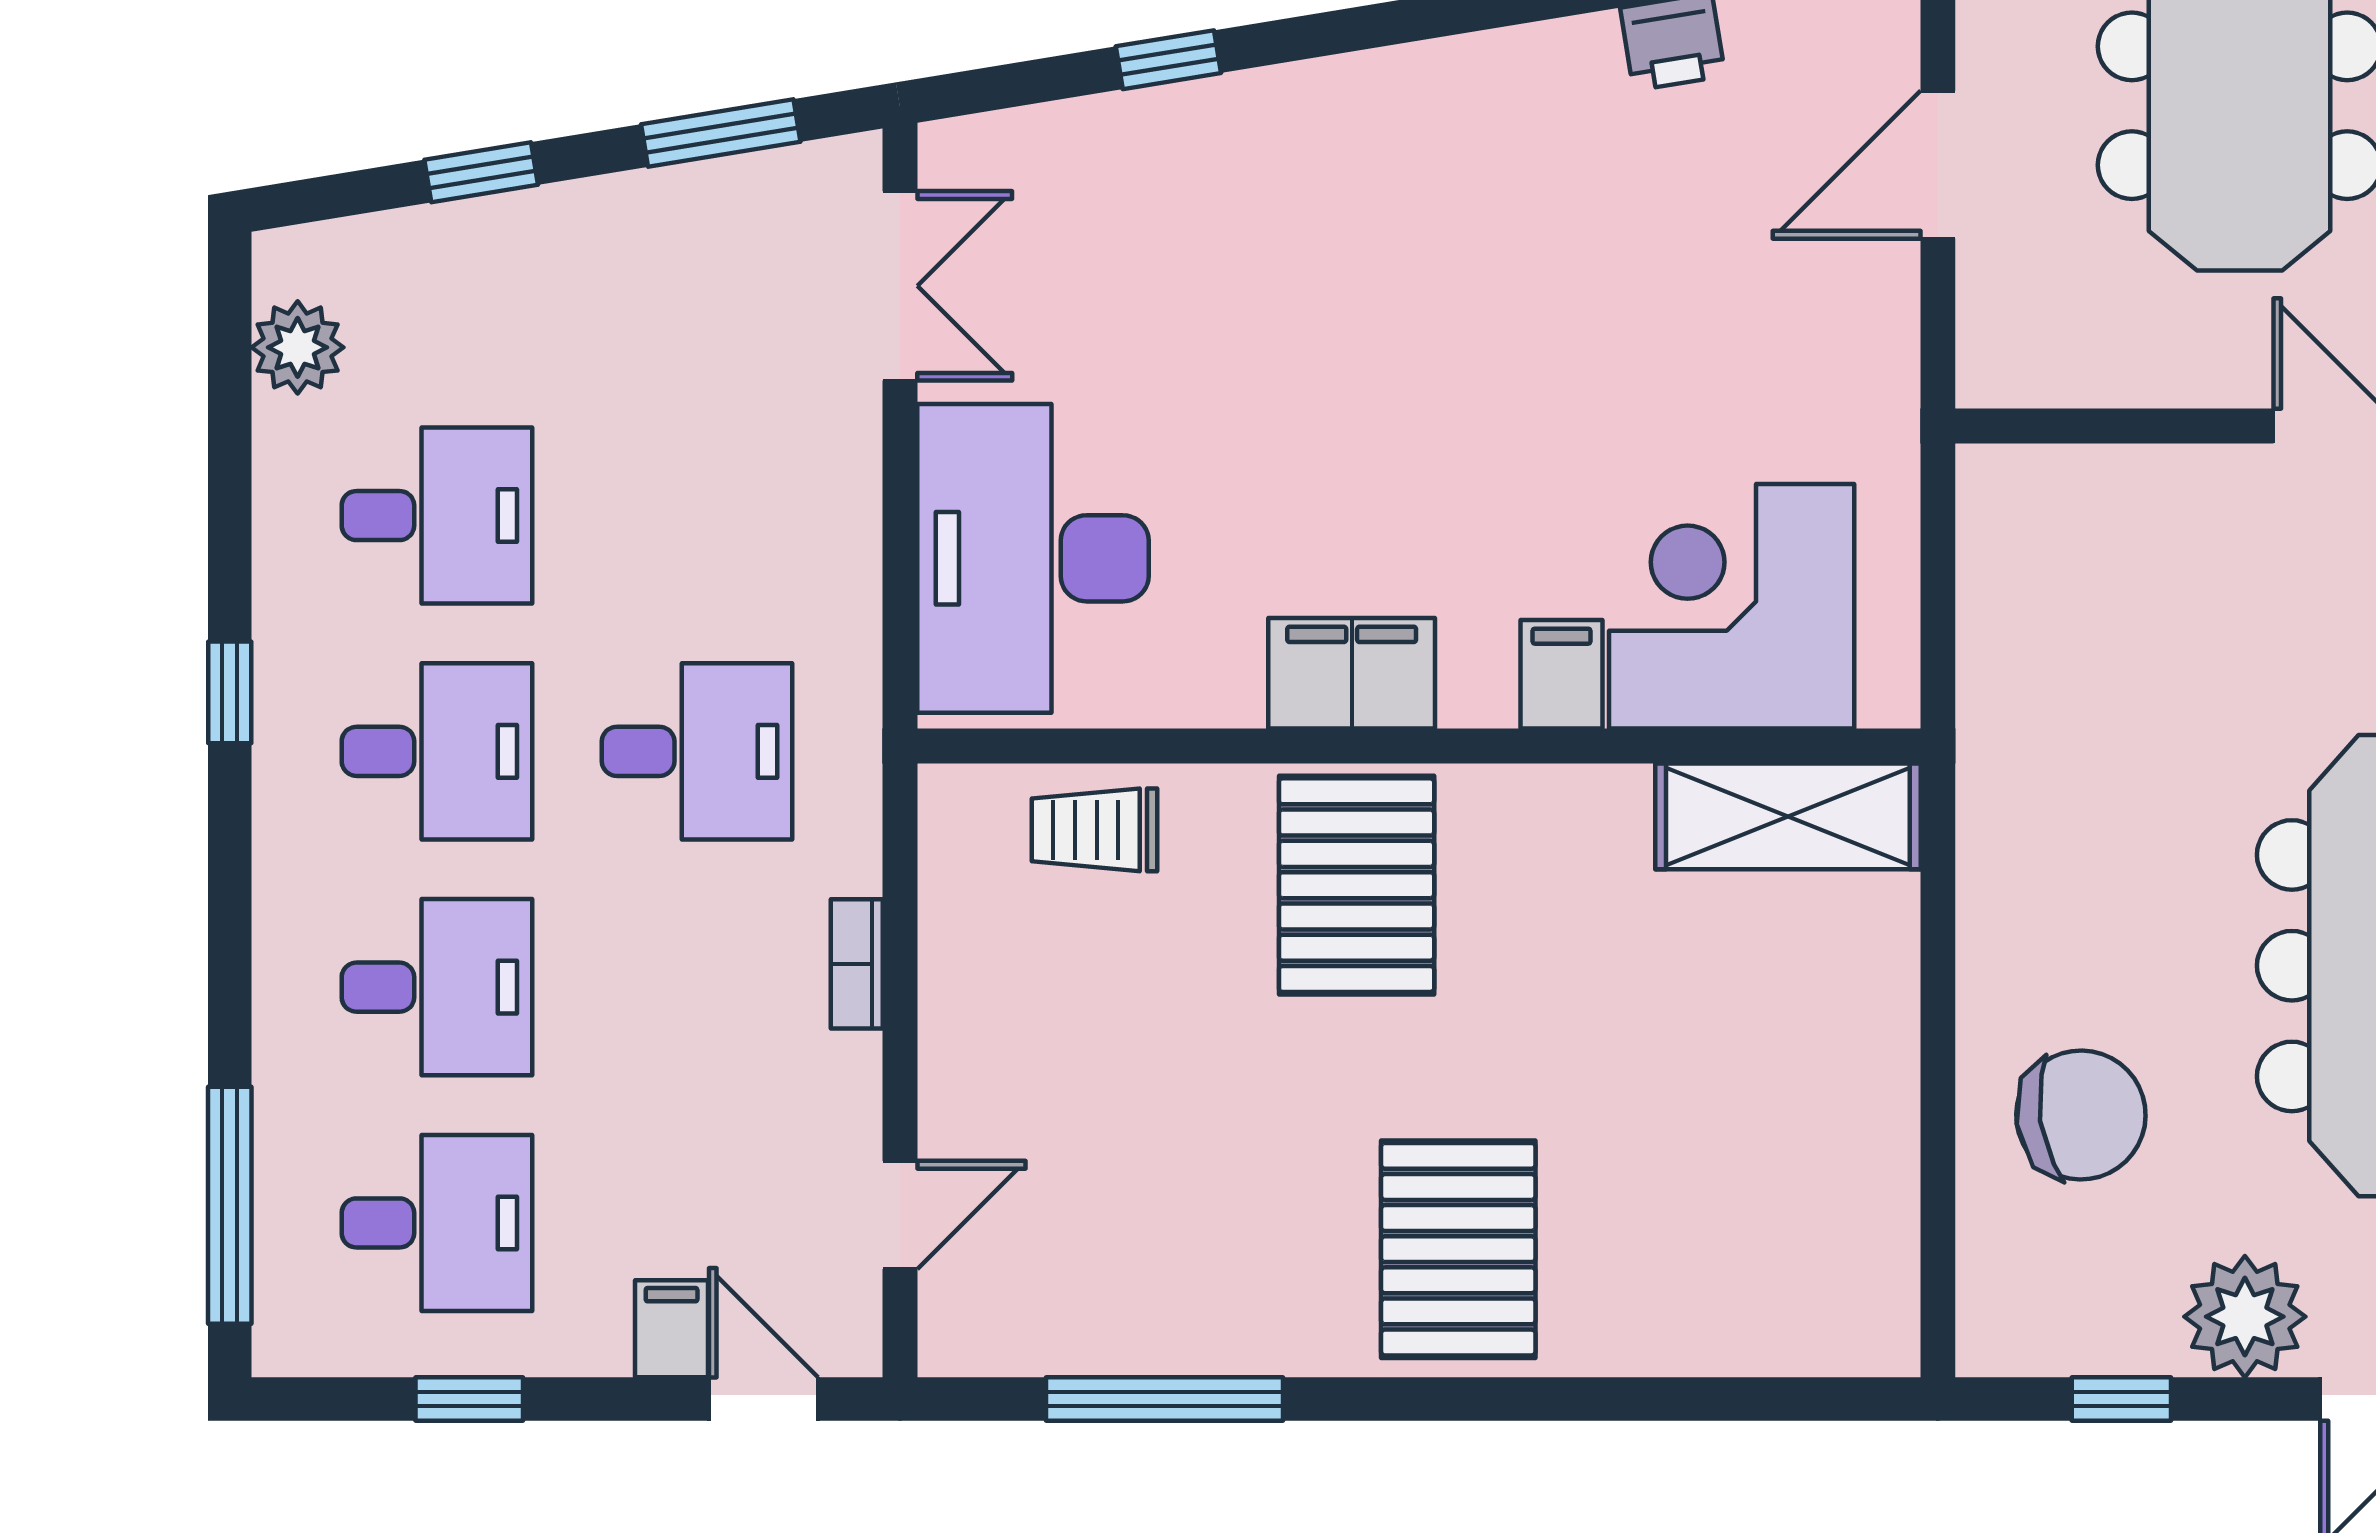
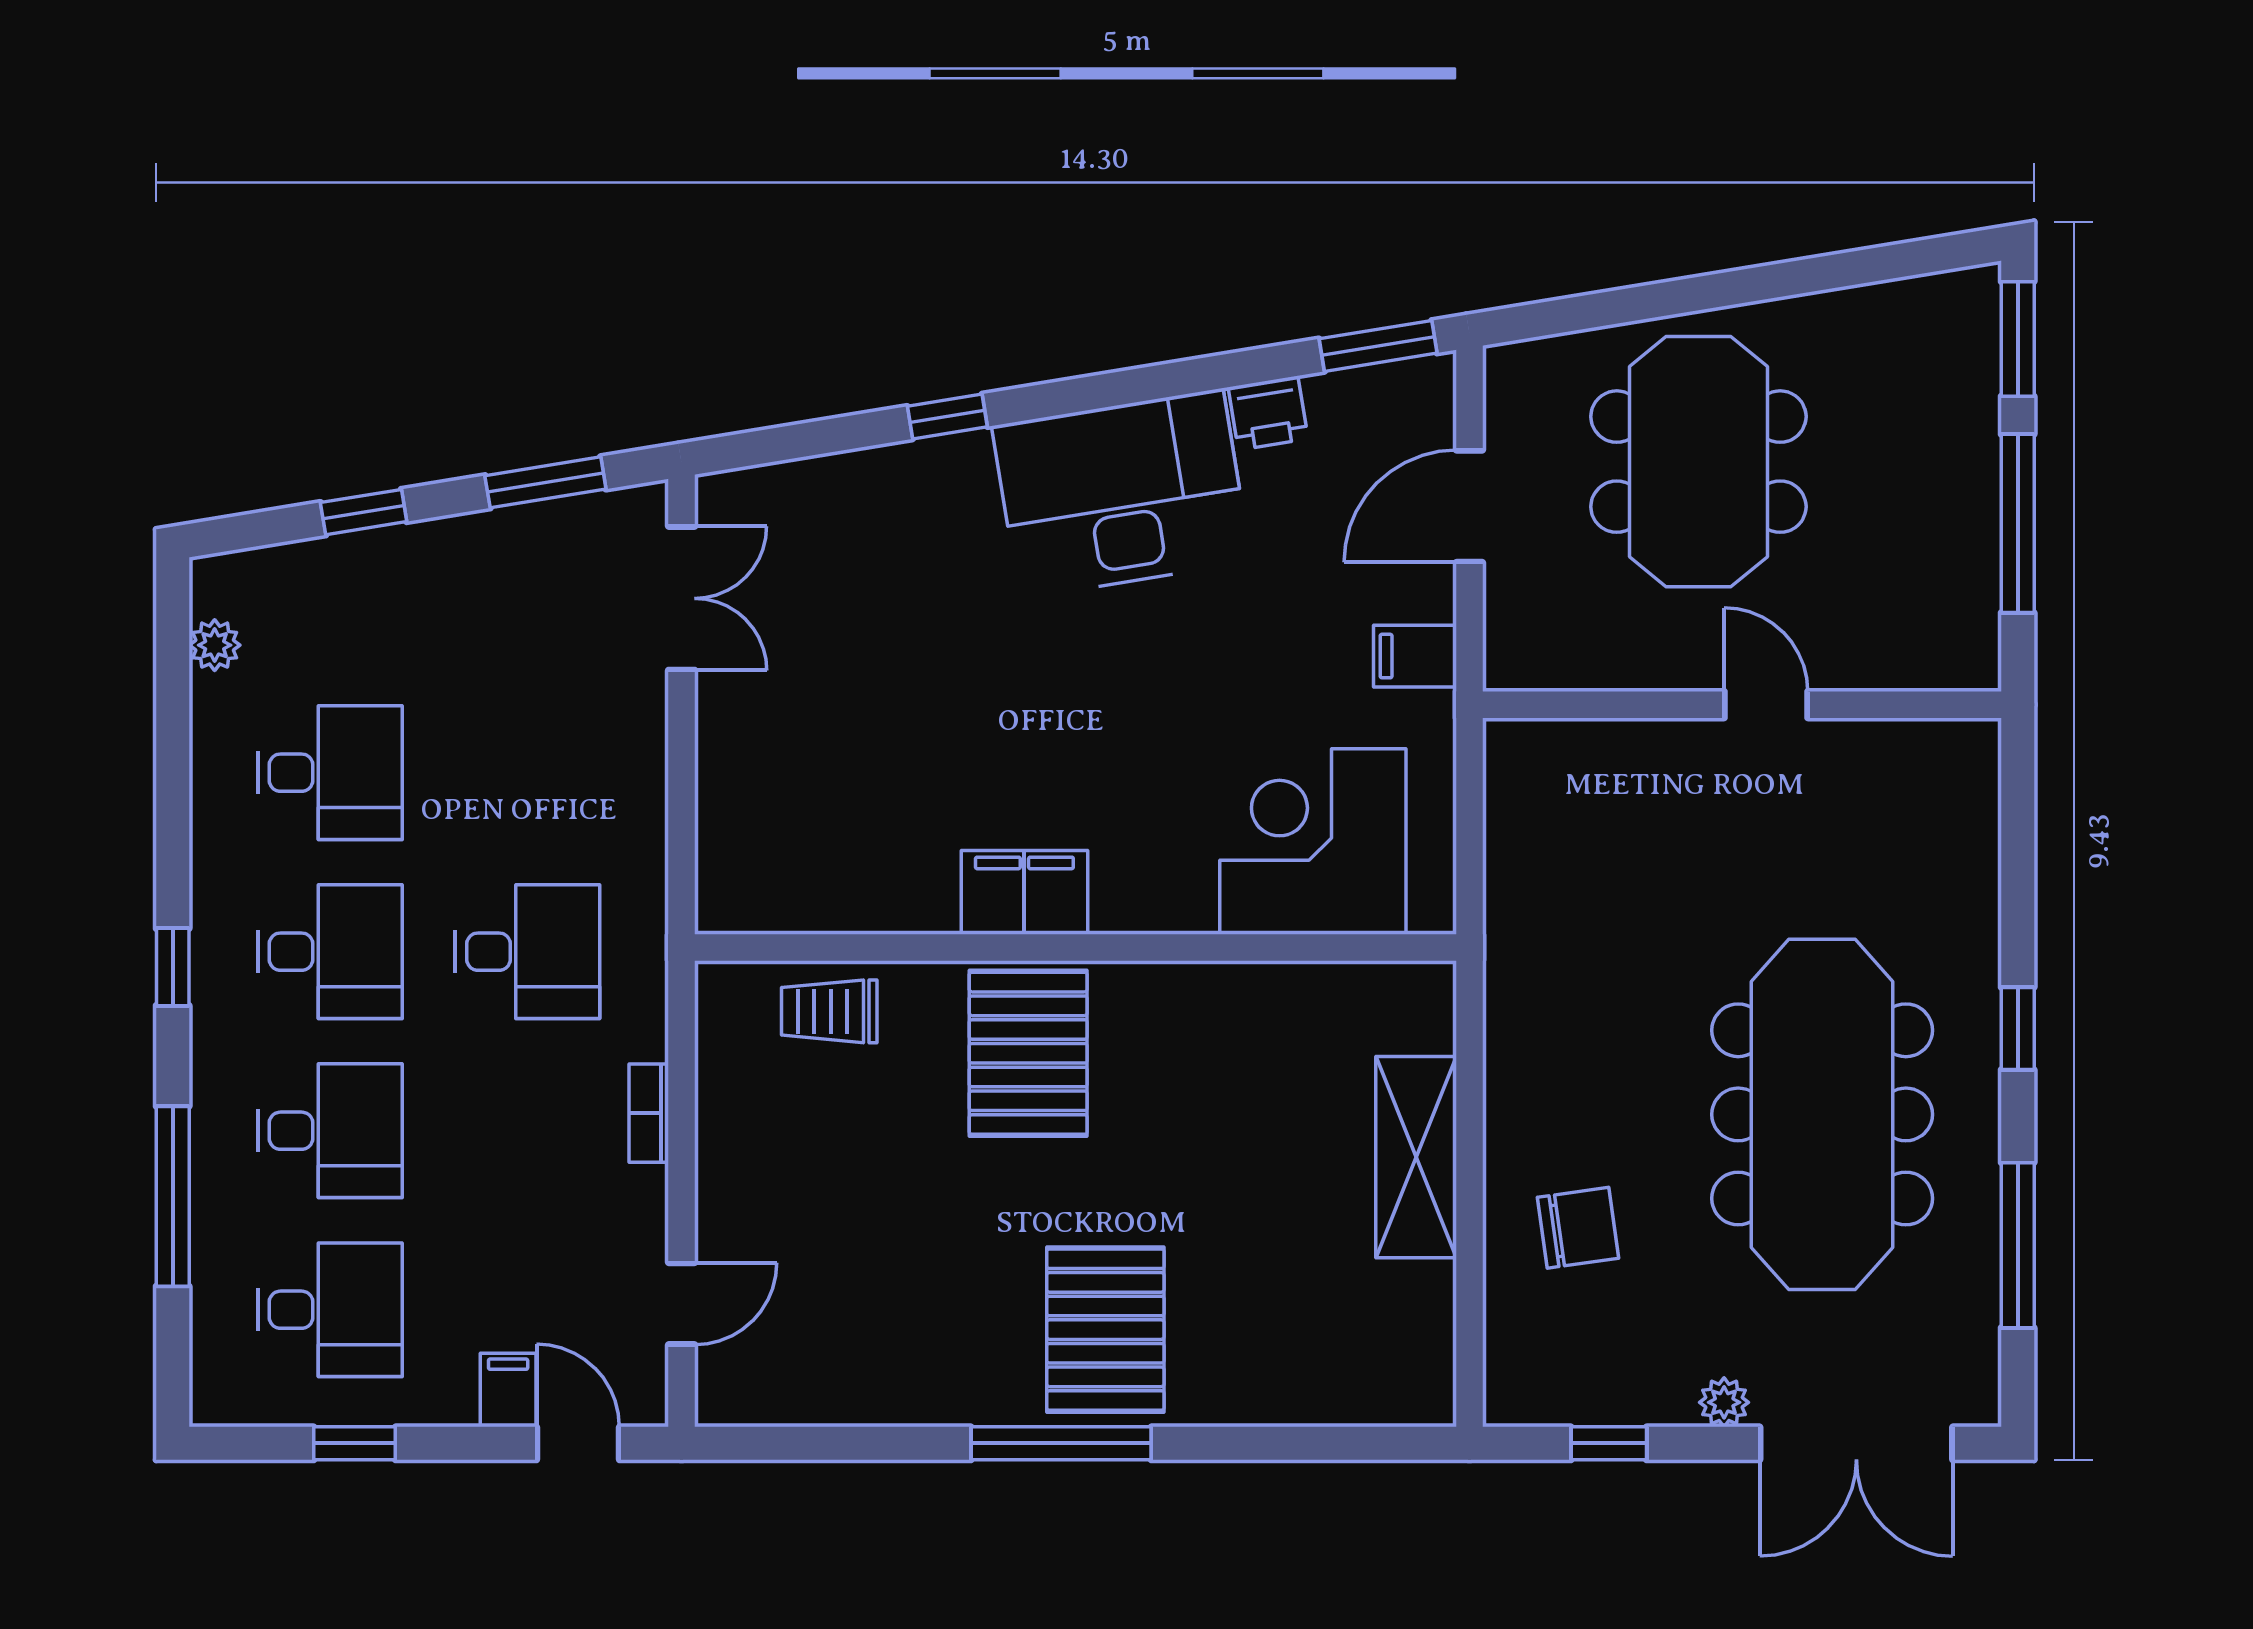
window: (1168, 60) -> (947, 416), moved
plant: (298, 347) -> (215, 645), width x0.73, depth x0.73
desk: (1033, 558) -> (1121, 494), moved, turned 81
filing cabinet: (1562, 674) -> (1415, 656), moved, turned -90
window: (230, 692) -> (173, 967), moved
shelving: (1788, 816) -> (1416, 1157), moved, turned 90
chair: (2081, 1115) -> (1578, 1228), width x0.73, depth x0.73
window: (230, 1205) -> (173, 1196), moved
plant: (2245, 1317) -> (1724, 1402), width x0.53, depth x0.53
window: (1164, 1399) -> (1061, 1443), moved

